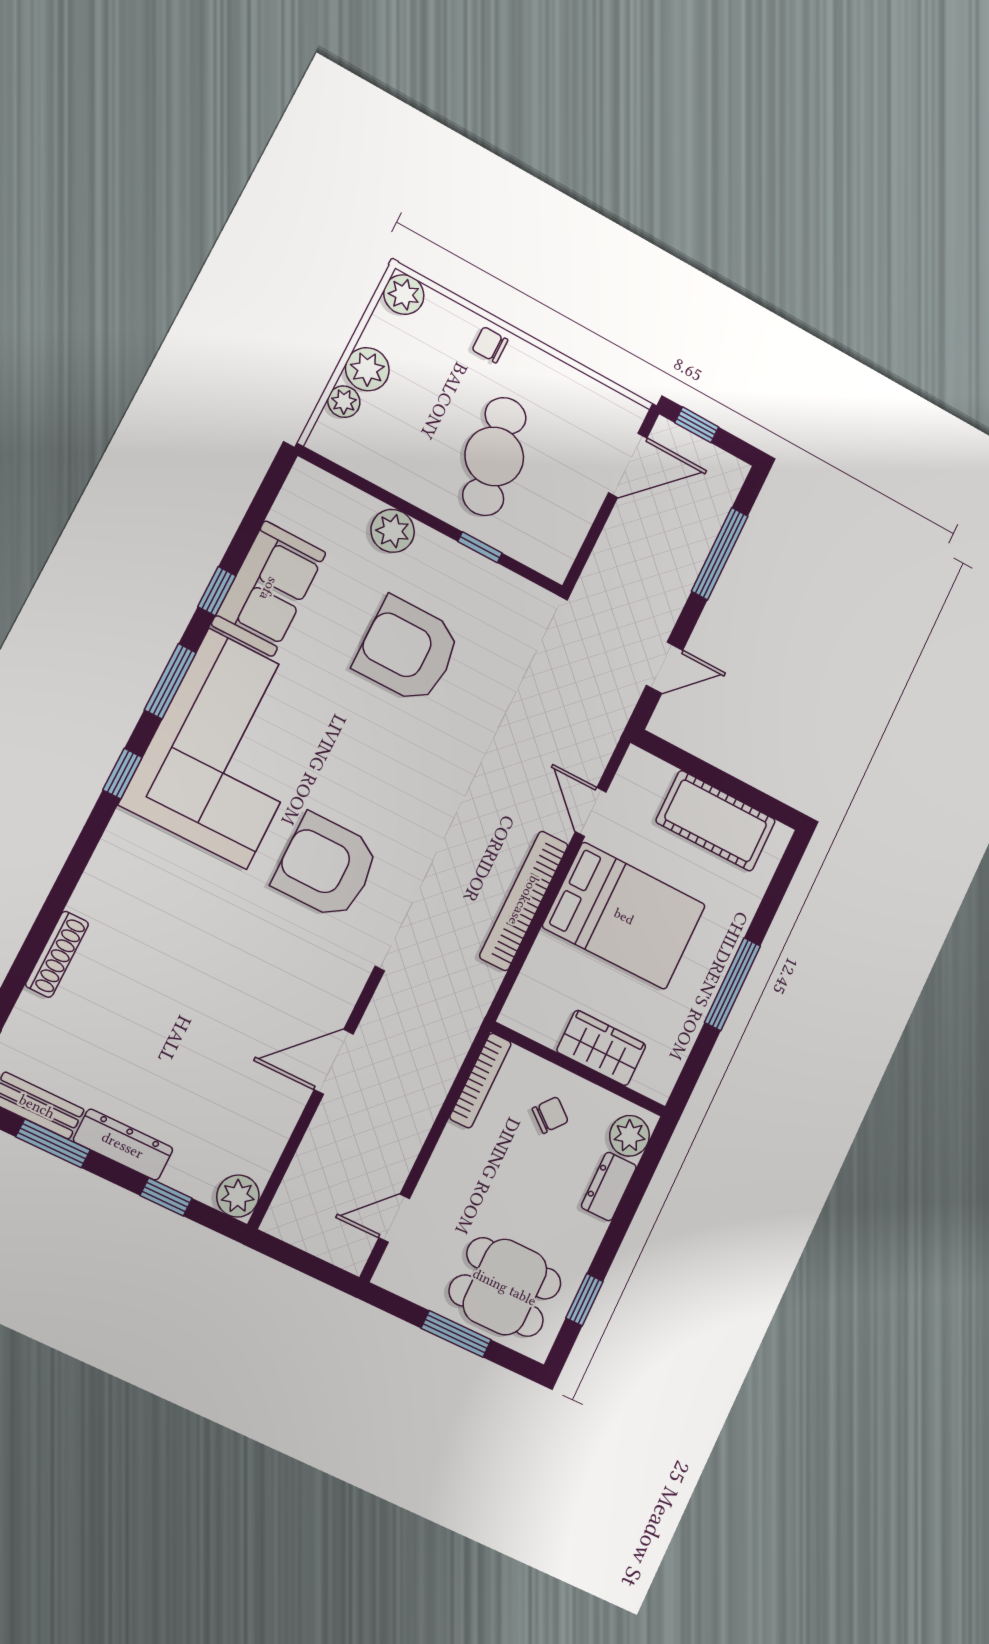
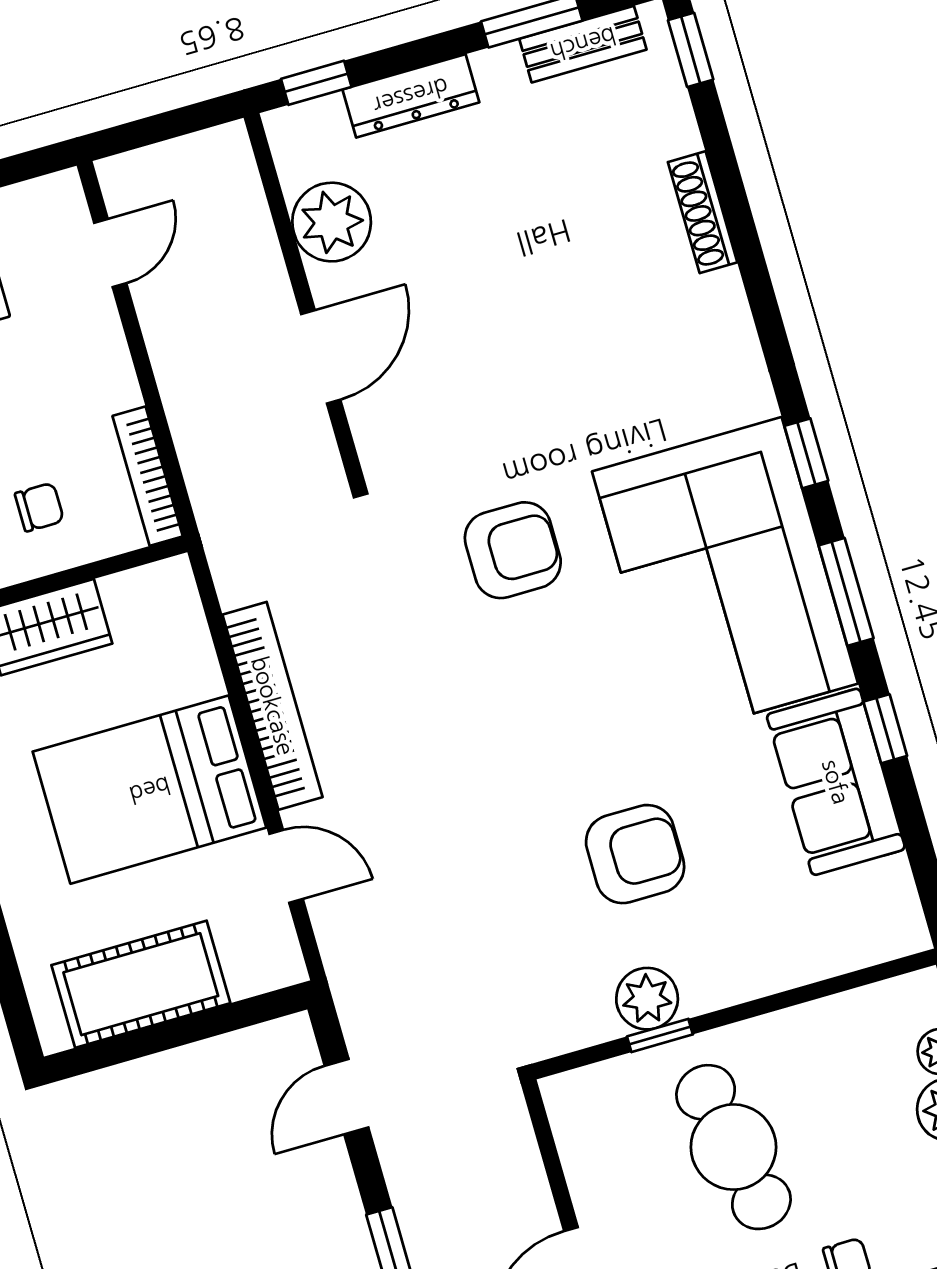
plant: (393, 531) -> (647, 999), moved
armchair: (408, 650) -> (635, 854), width x0.73, depth x0.73
armchair: (326, 867) -> (513, 550), width x0.73, depth x0.73
chair: (550, 1115) -> (39, 507), turned -129
dresser: (123, 1145) -> (411, 96), moved
plant: (238, 1196) -> (332, 222), moved, width x1.36, depth x1.36
window: (166, 1197) -> (316, 83), moved

